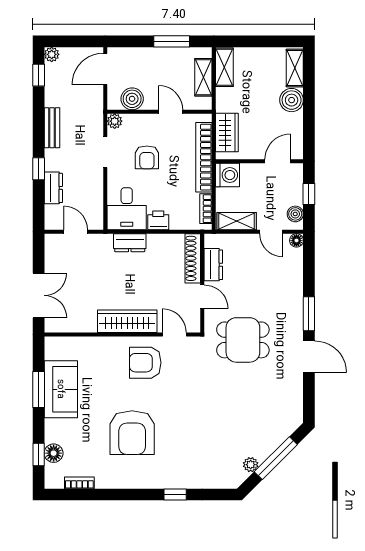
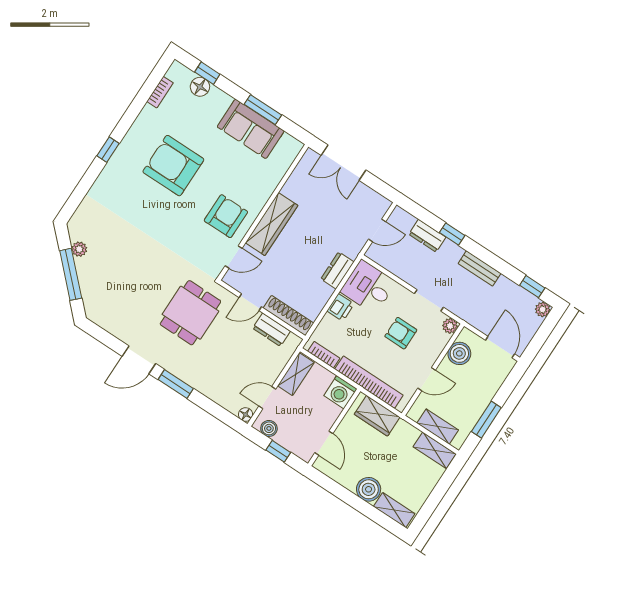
window: (175, 495) -> (108, 150), moved

